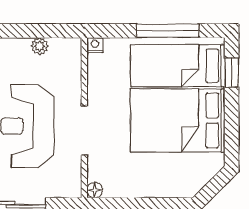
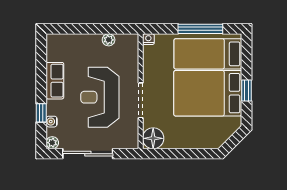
window: (232, 73) -> (246, 91), moved
floor lamp: (95, 190) -> (153, 138), width x1.89, depth x1.89

